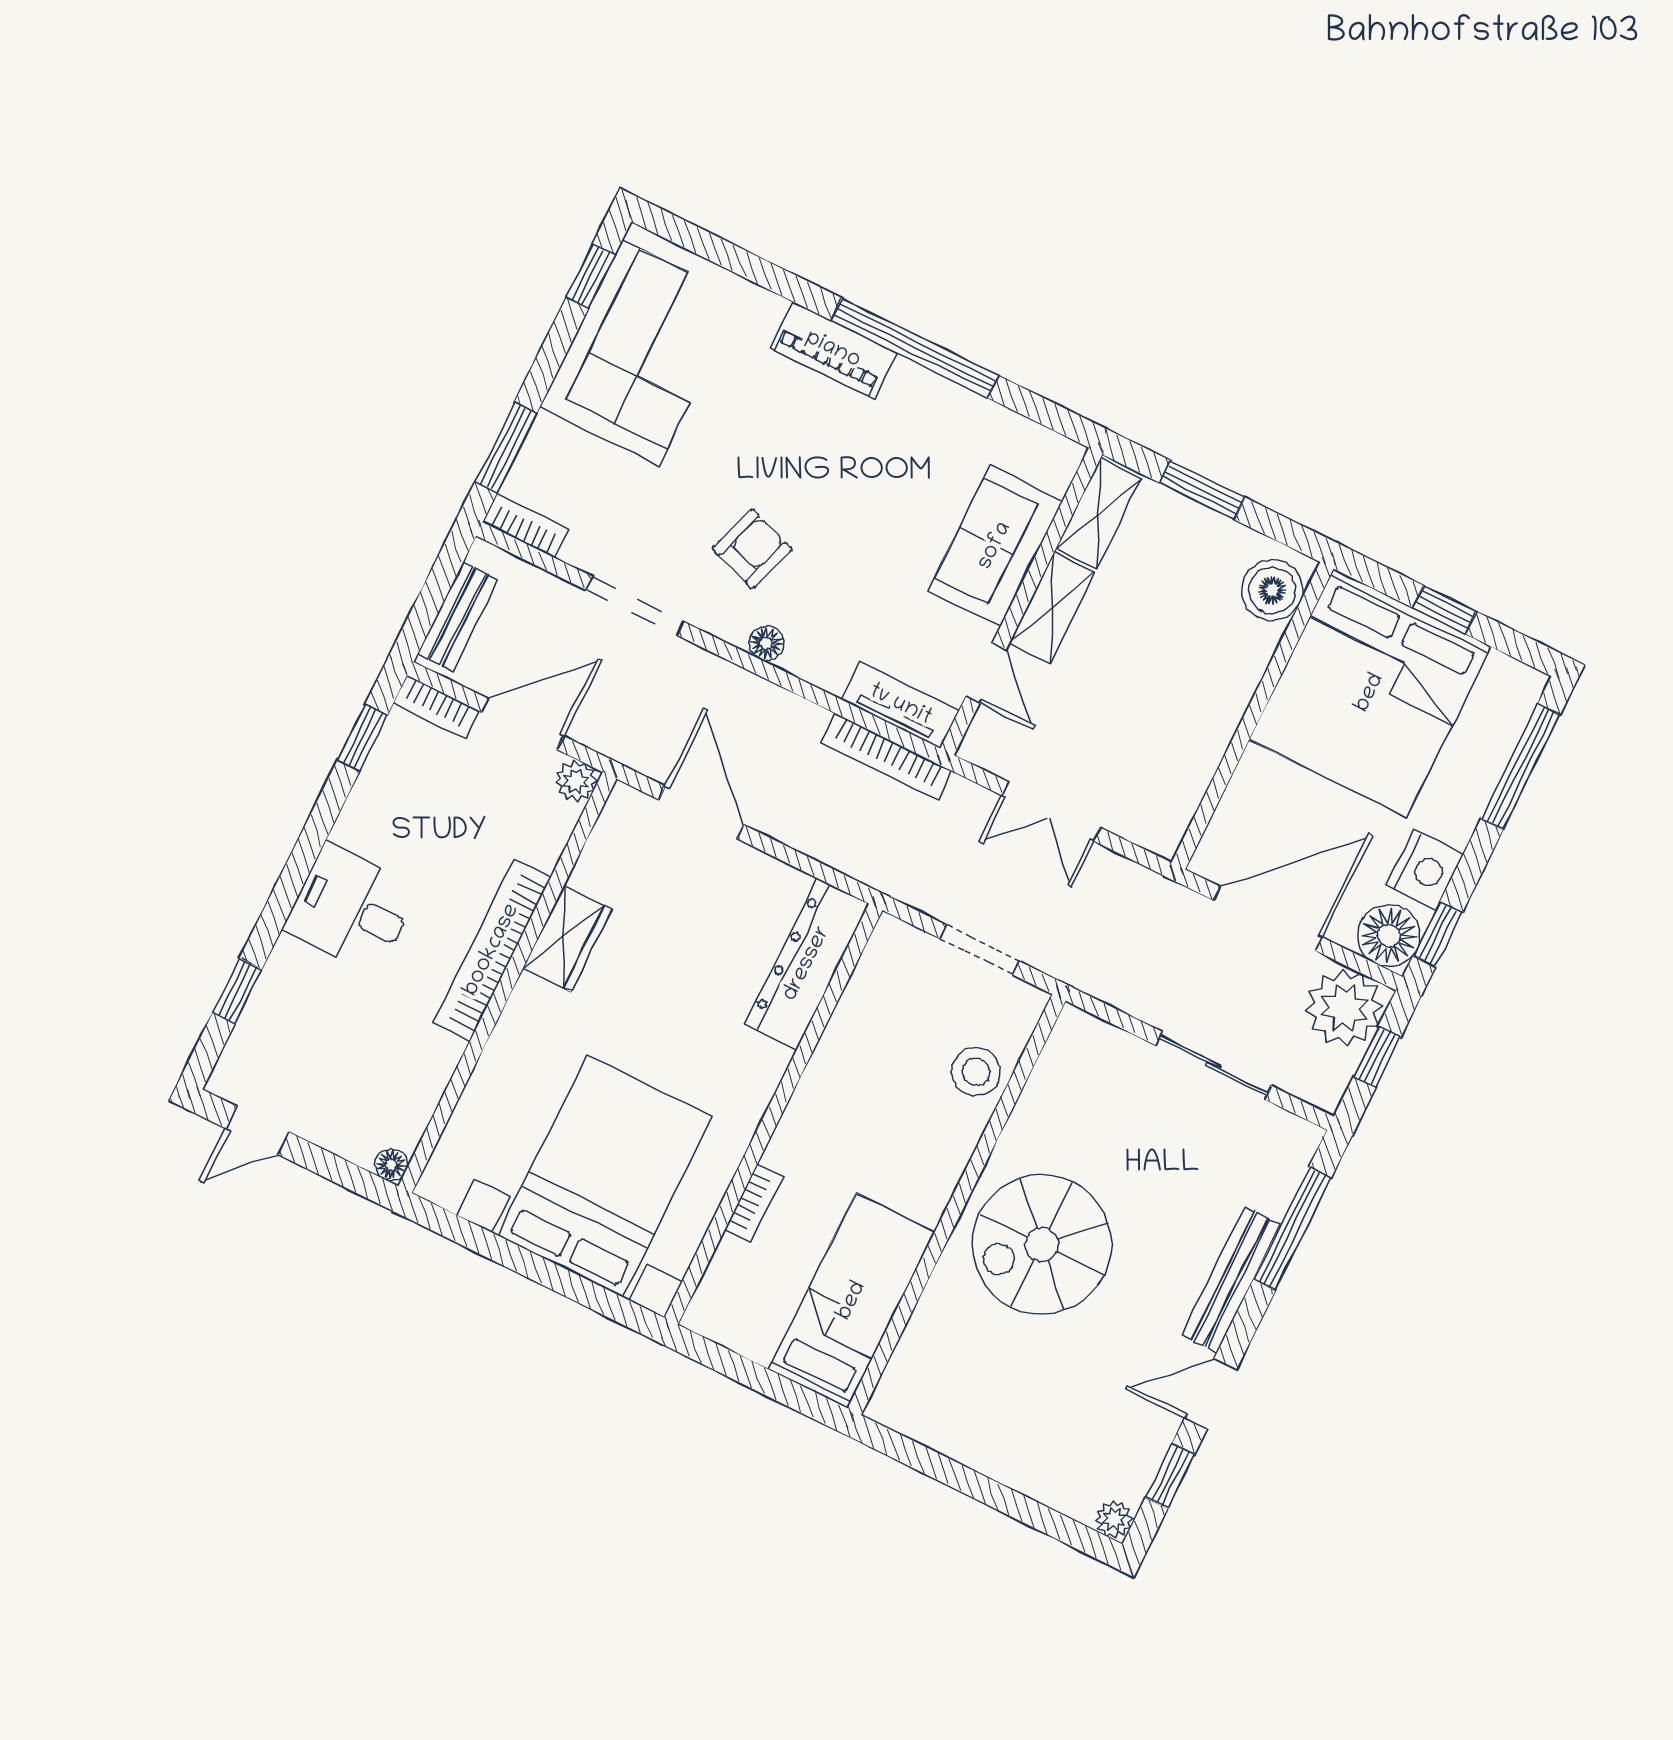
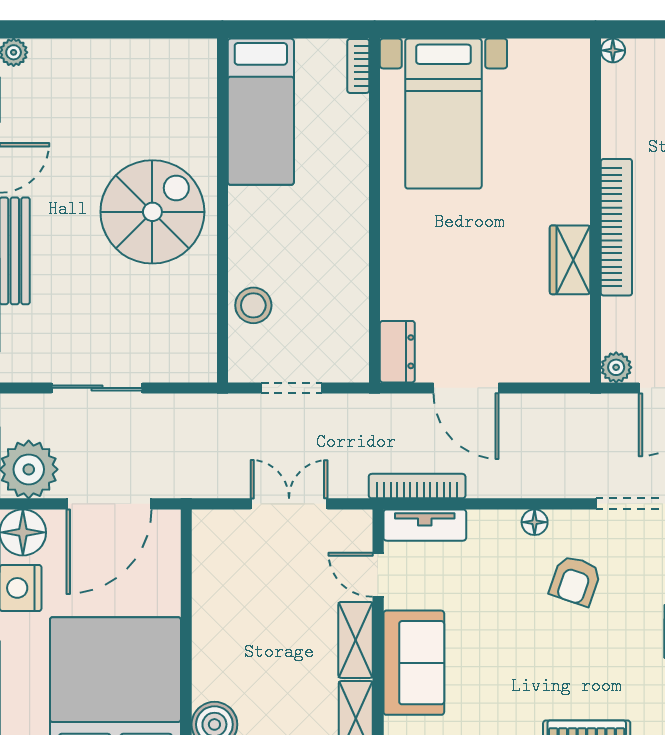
door: (701, 812) -> (466, 388), moved
dresser: (807, 964) -> (397, 352), width x0.51, depth x0.80
bed with nightstands: (605, 1176) -> (443, 114), width x0.73
bookcase: (754, 1203) -> (358, 66), moved

